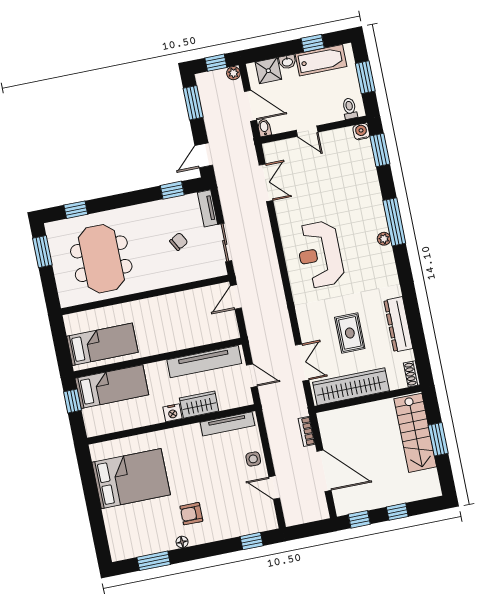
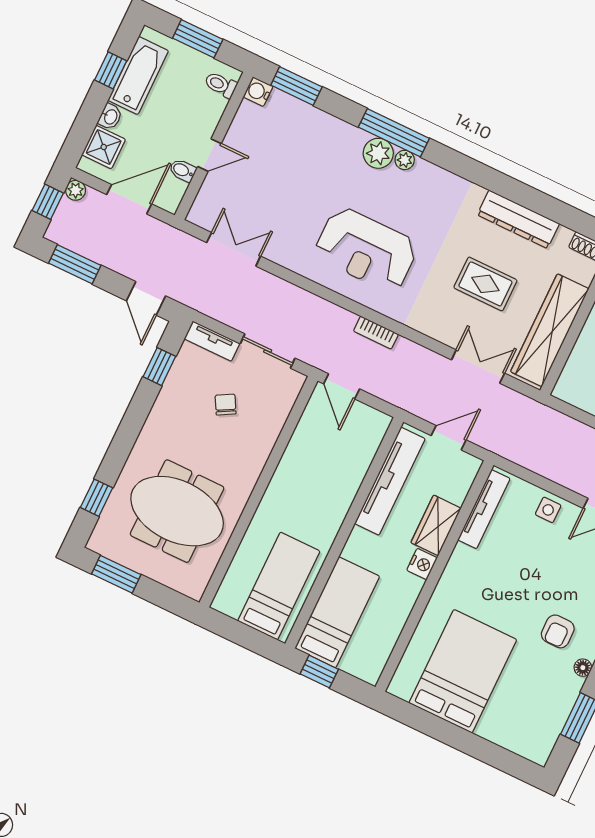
bidet: (264, 128) -> (183, 170), moved
plant: (377, 222) -> (378, 153), added
bookcase: (307, 431) -> (376, 333), moved

